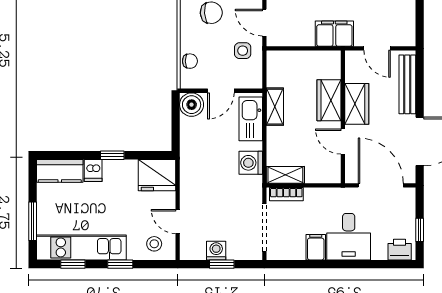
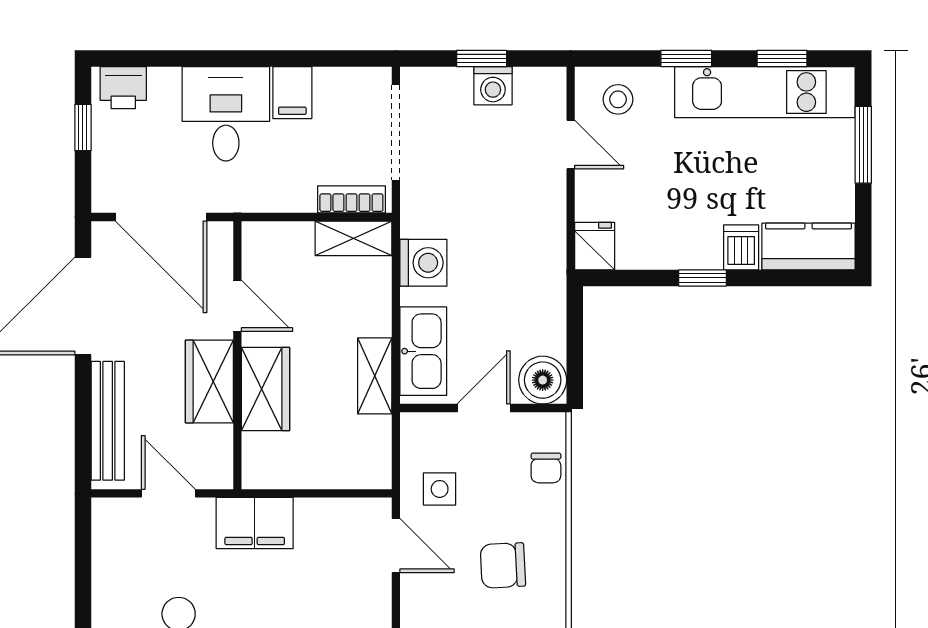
chair: (190, 61) -> (546, 468), turned -90
fridge: (157, 175) -> (595, 246), width x0.53, depth x0.75

